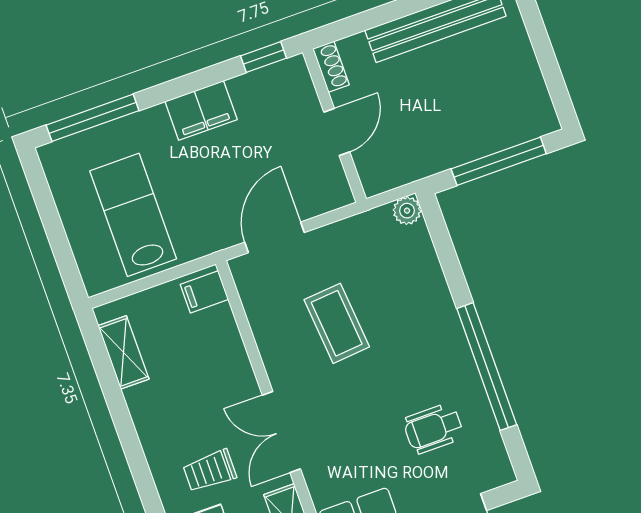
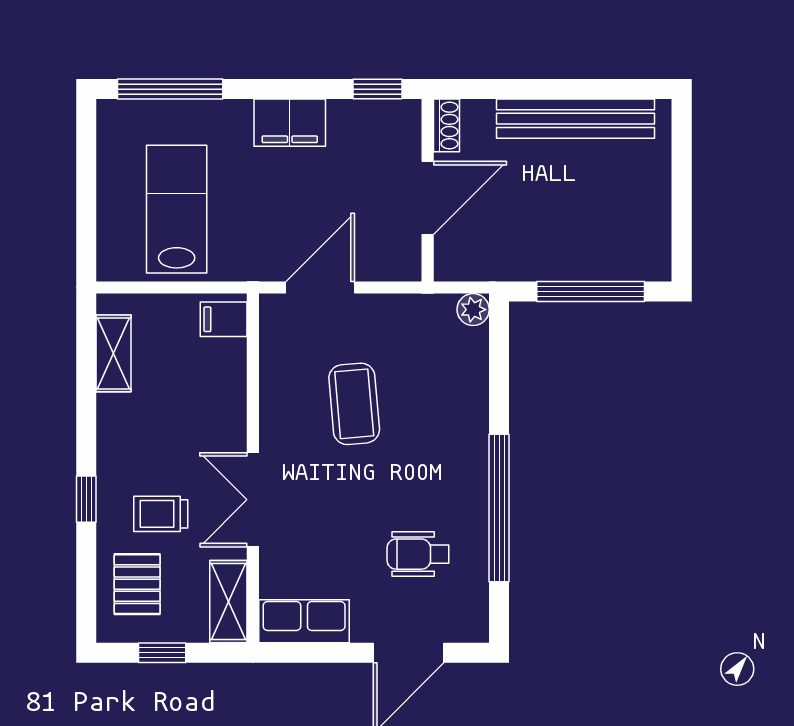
door: (337, 132) -> (428, 198), width x1.38
window: (144, 480) -> (86, 499), added

